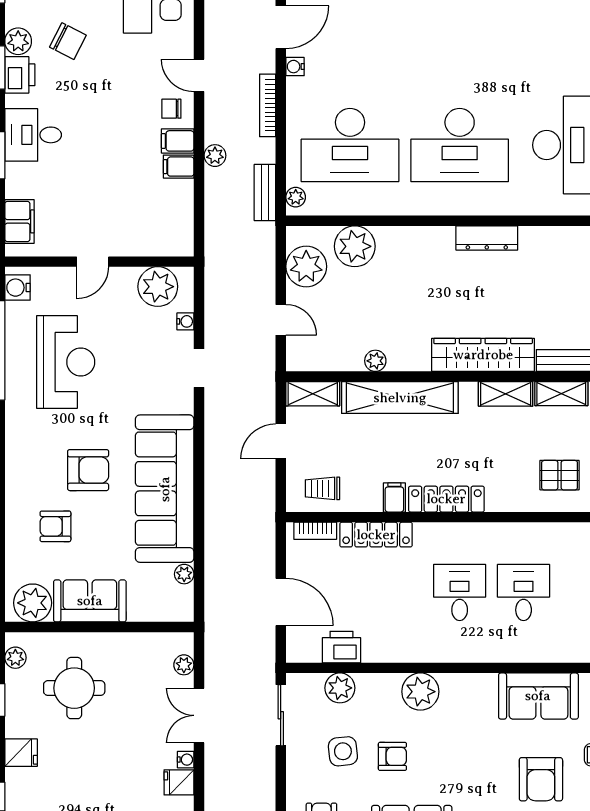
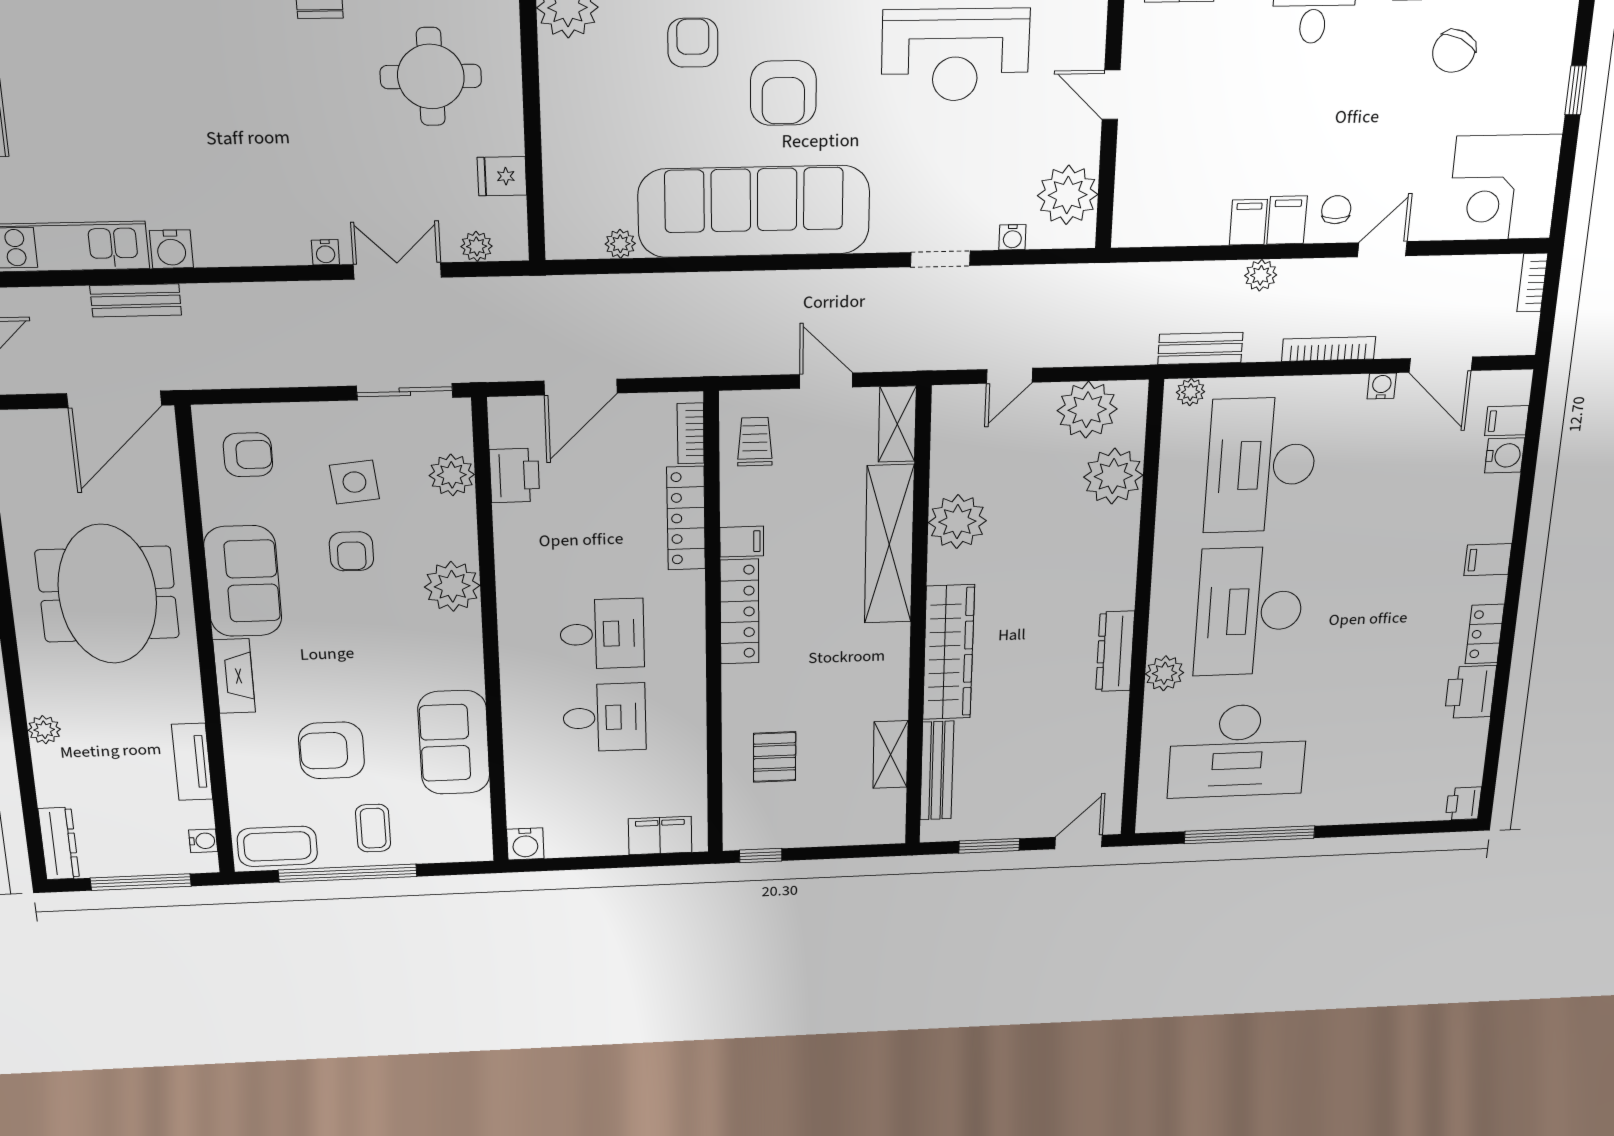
plant: (505, 202) -> (1165, 673), added
plant: (375, 361) -> (957, 522), width x1.87, depth x1.87
shelving: (506, 394) -> (892, 684), removed
sofa: (90, 601) -> (574, 99), removed
fridge: (179, 782) -> (502, 176), moved, turned -90

